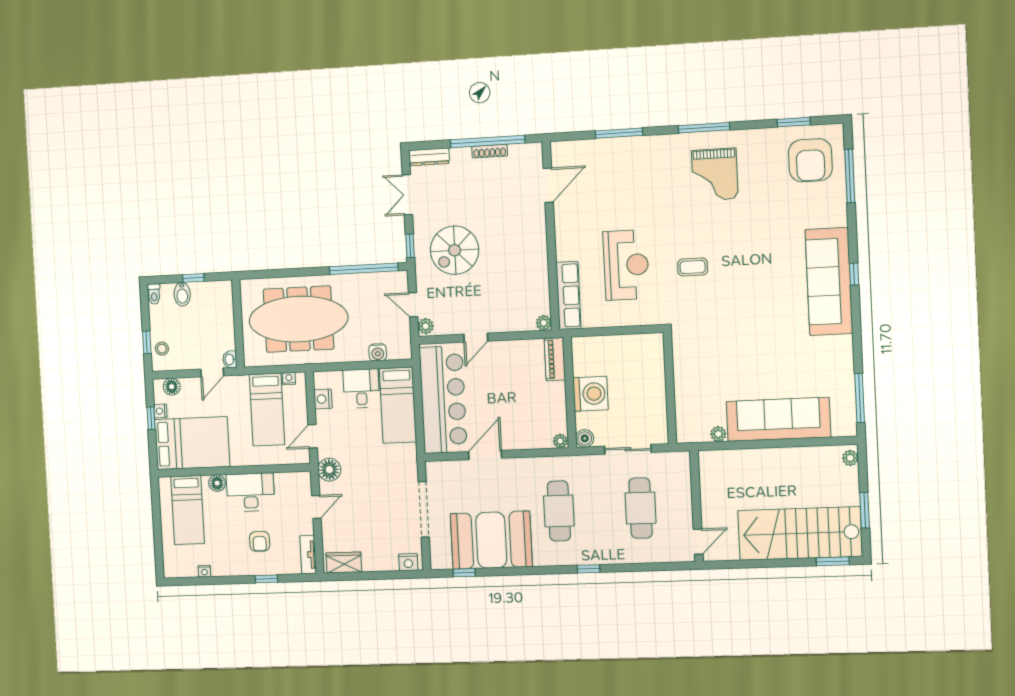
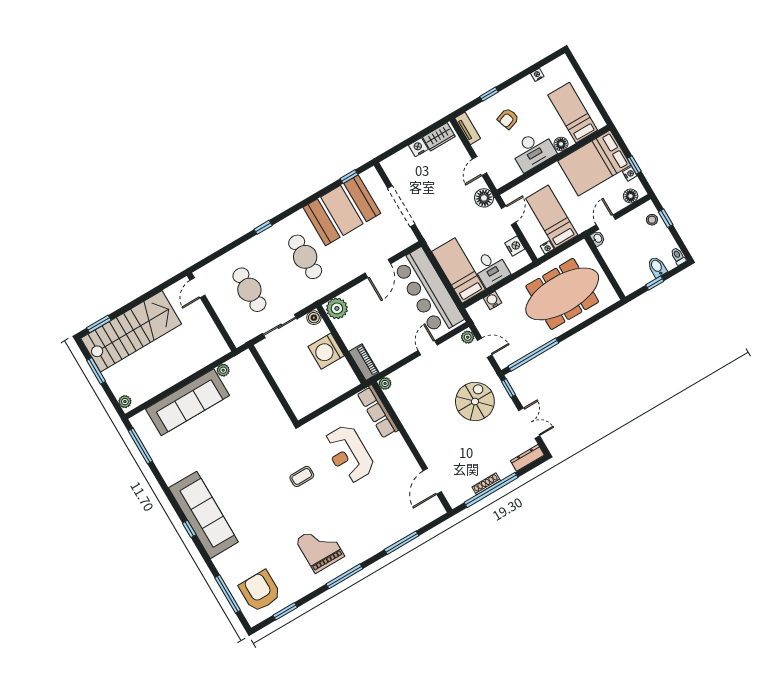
plant: (560, 441) -> (337, 308), width x1.88, depth x1.88
armchair: (260, 541) -> (508, 119), turned -109
nightstand: (408, 562) -> (418, 147), moved

